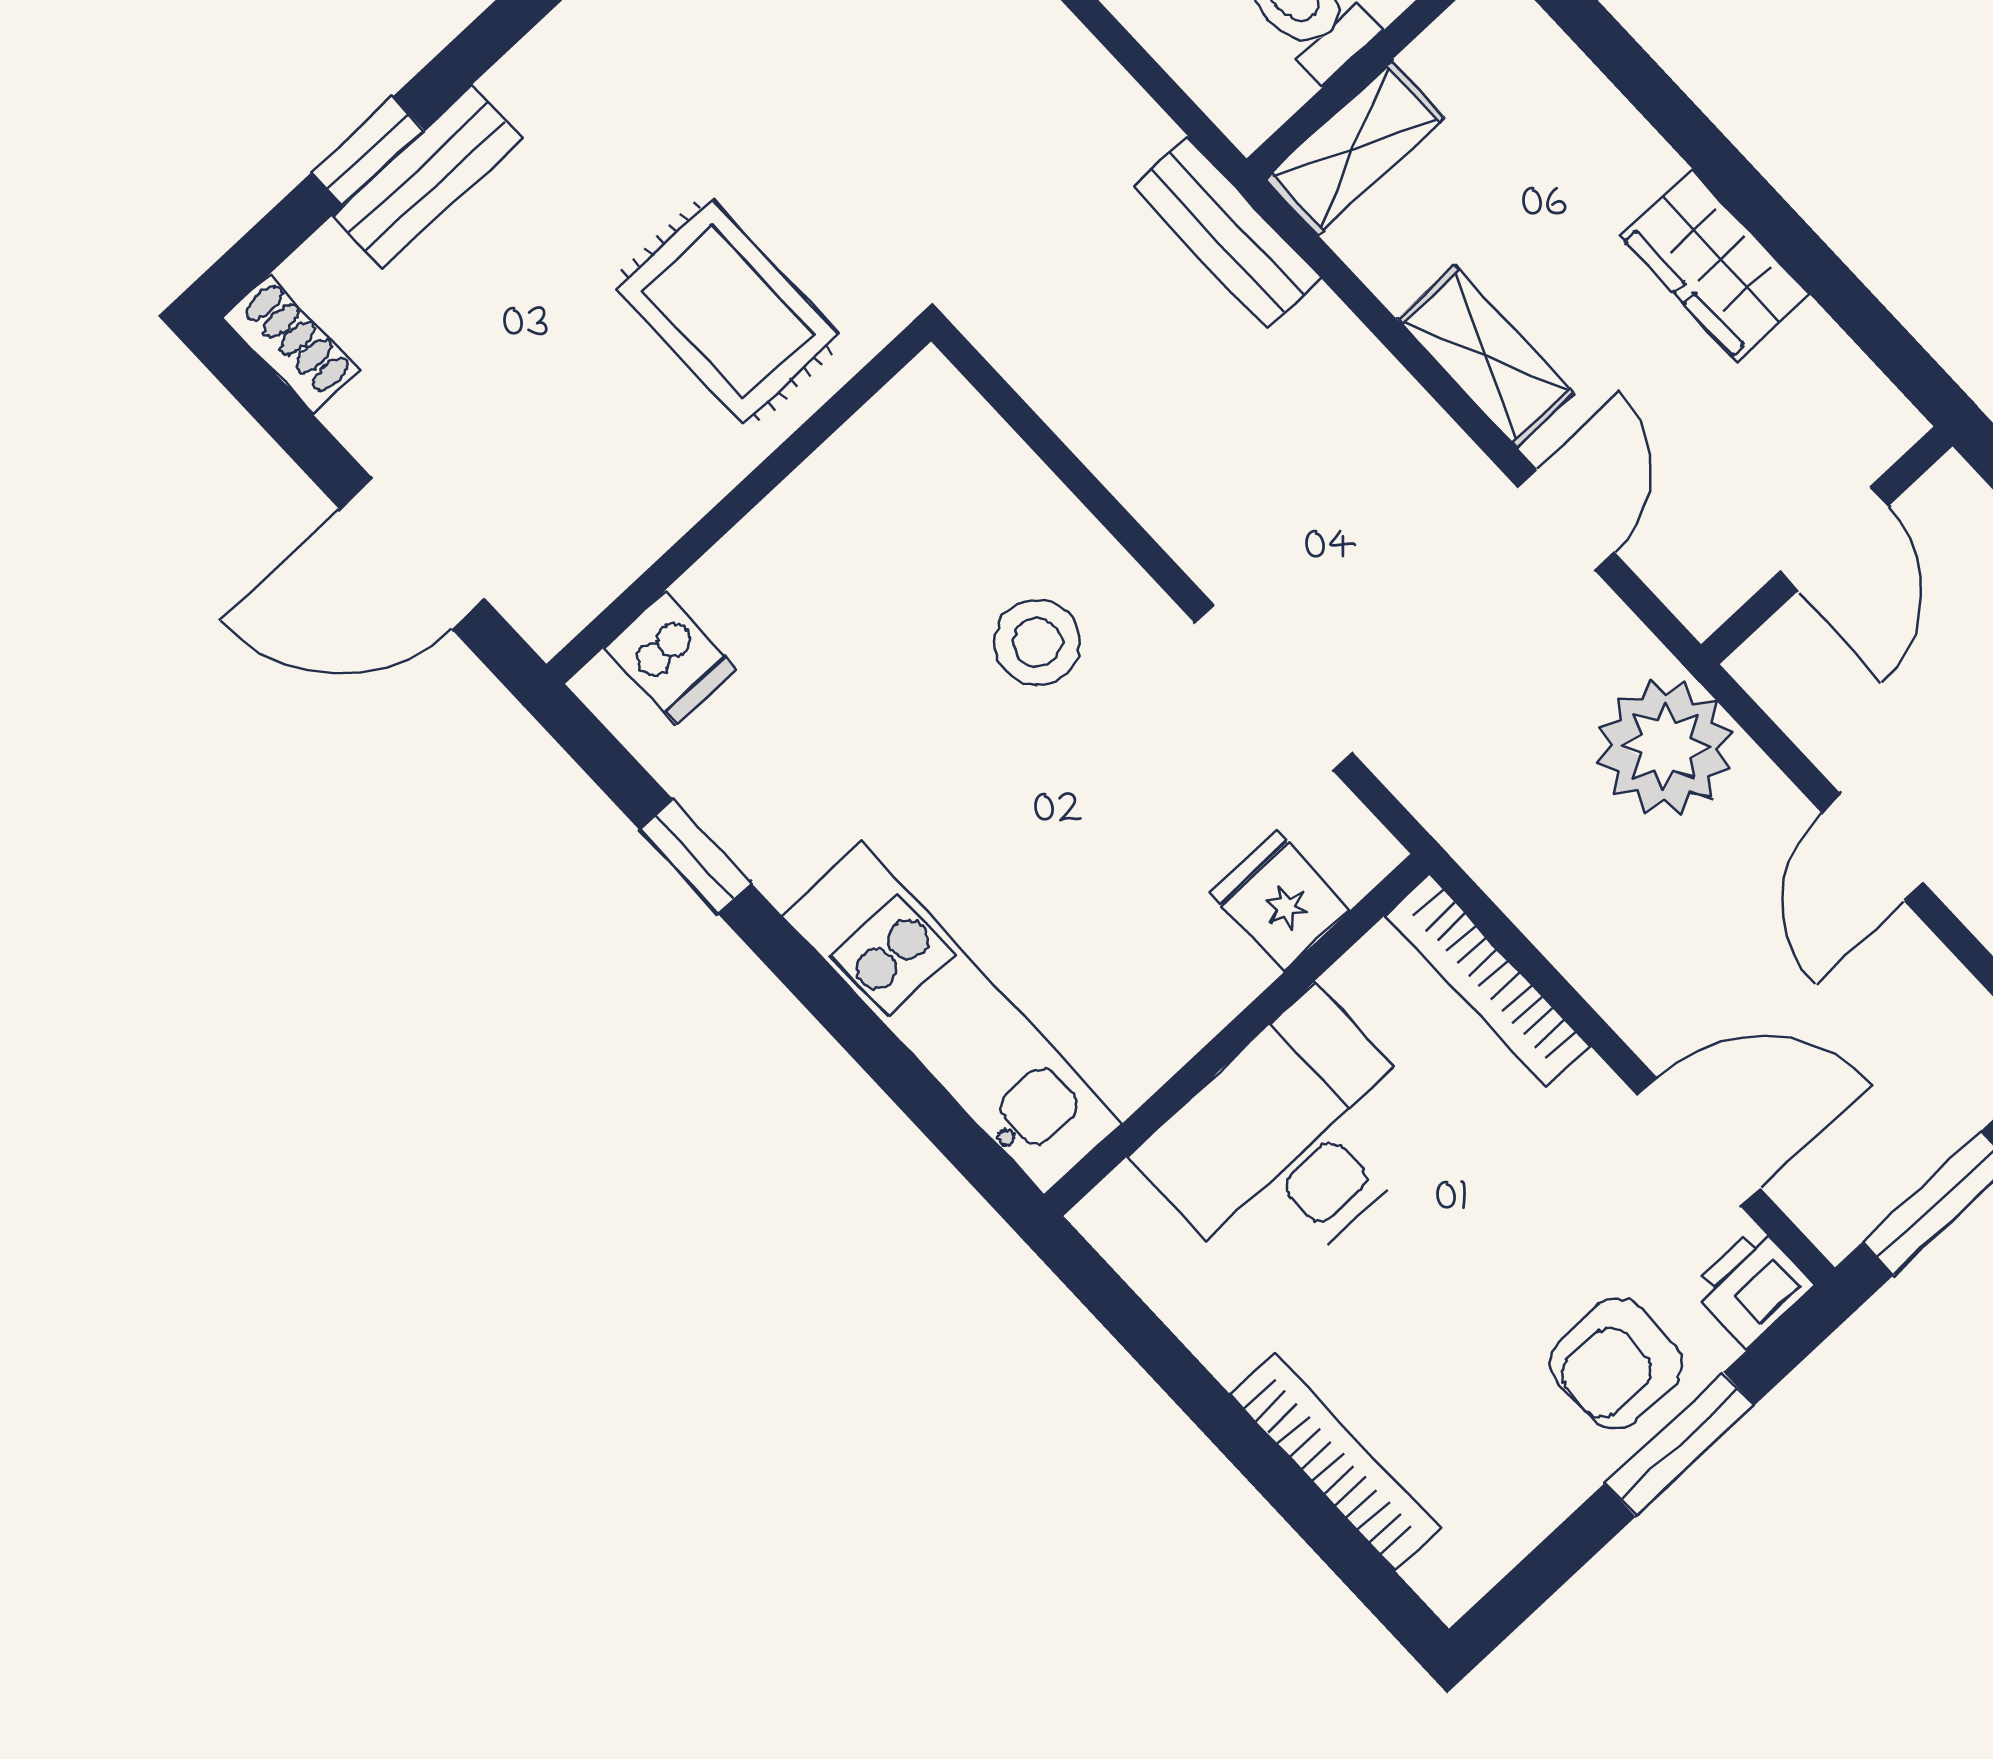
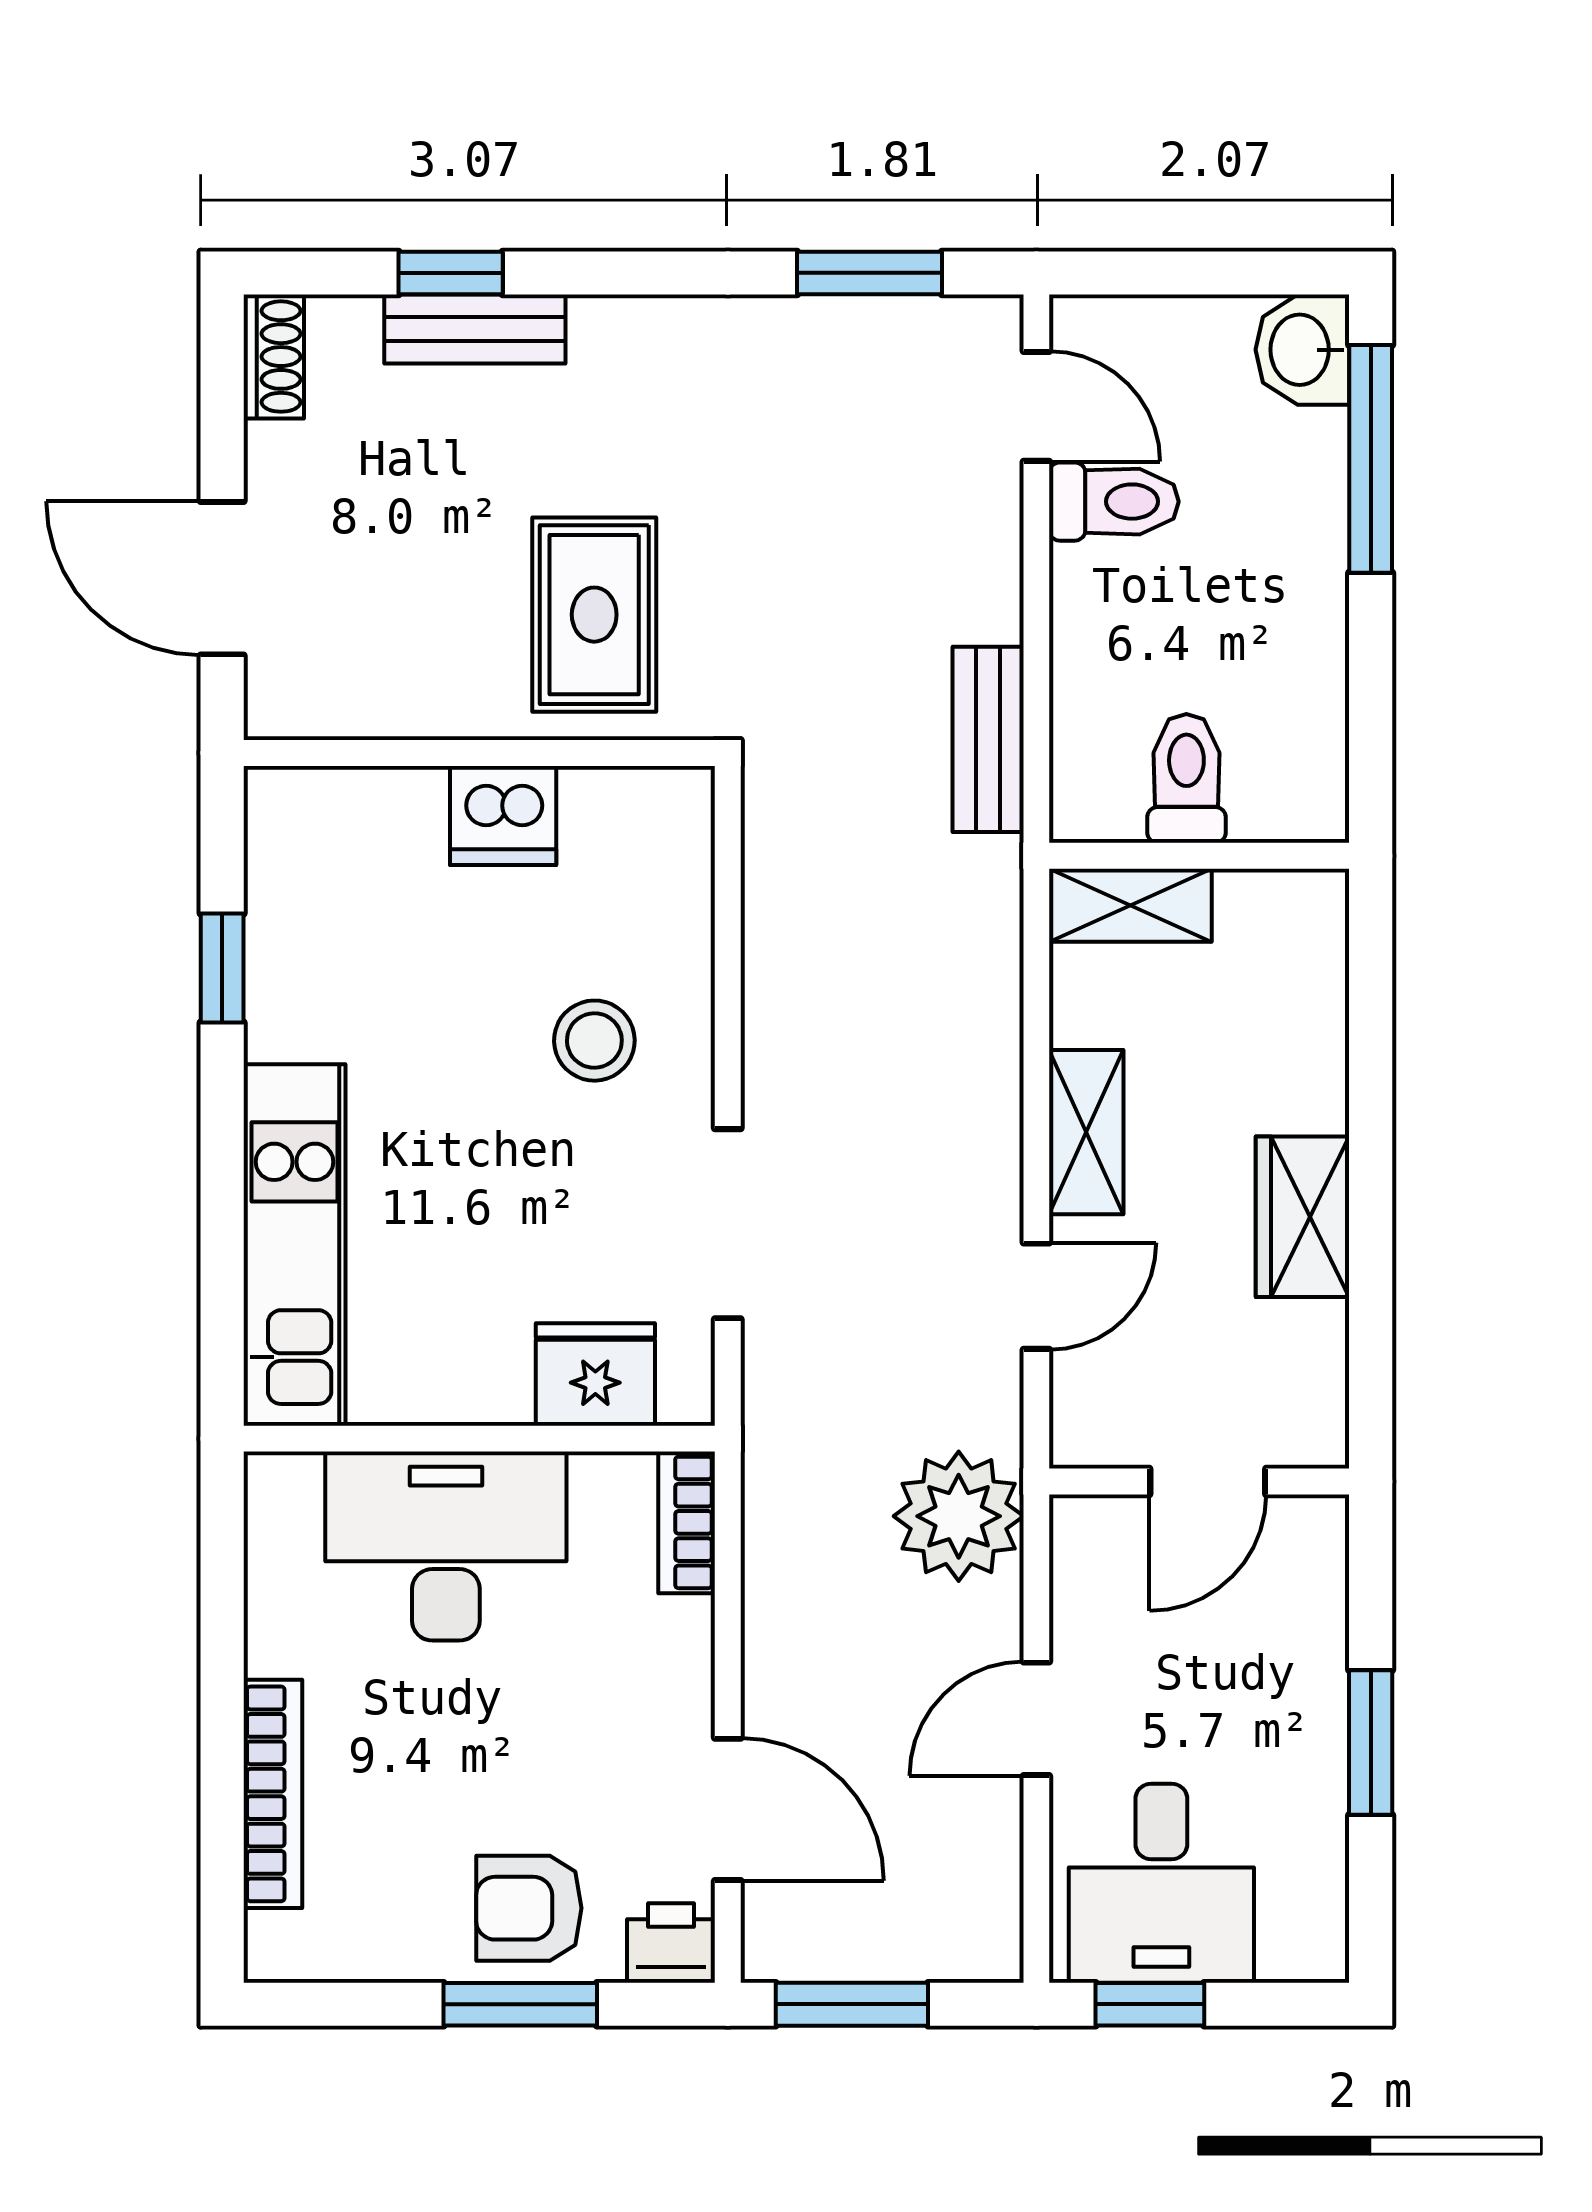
bench: (1227, 233) -> (988, 739), moved
dishwasher: (670, 658) -> (503, 815), moved, width x1.38
fridge: (1280, 901) -> (595, 1374), width x1.38
bookcase: (1488, 980) -> (687, 1522), width x0.64

